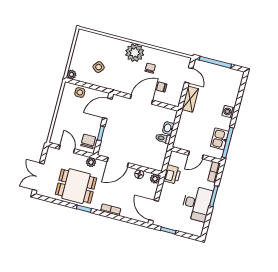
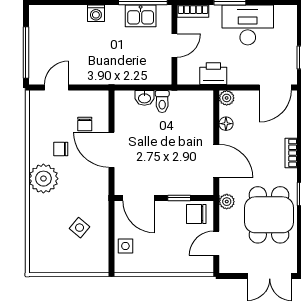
plant: (71, 74) -> (101, 266), removed
shelving: (190, 99) -> (92, 76), removed
door: (196, 155) -> (174, 45), hinge flipped

